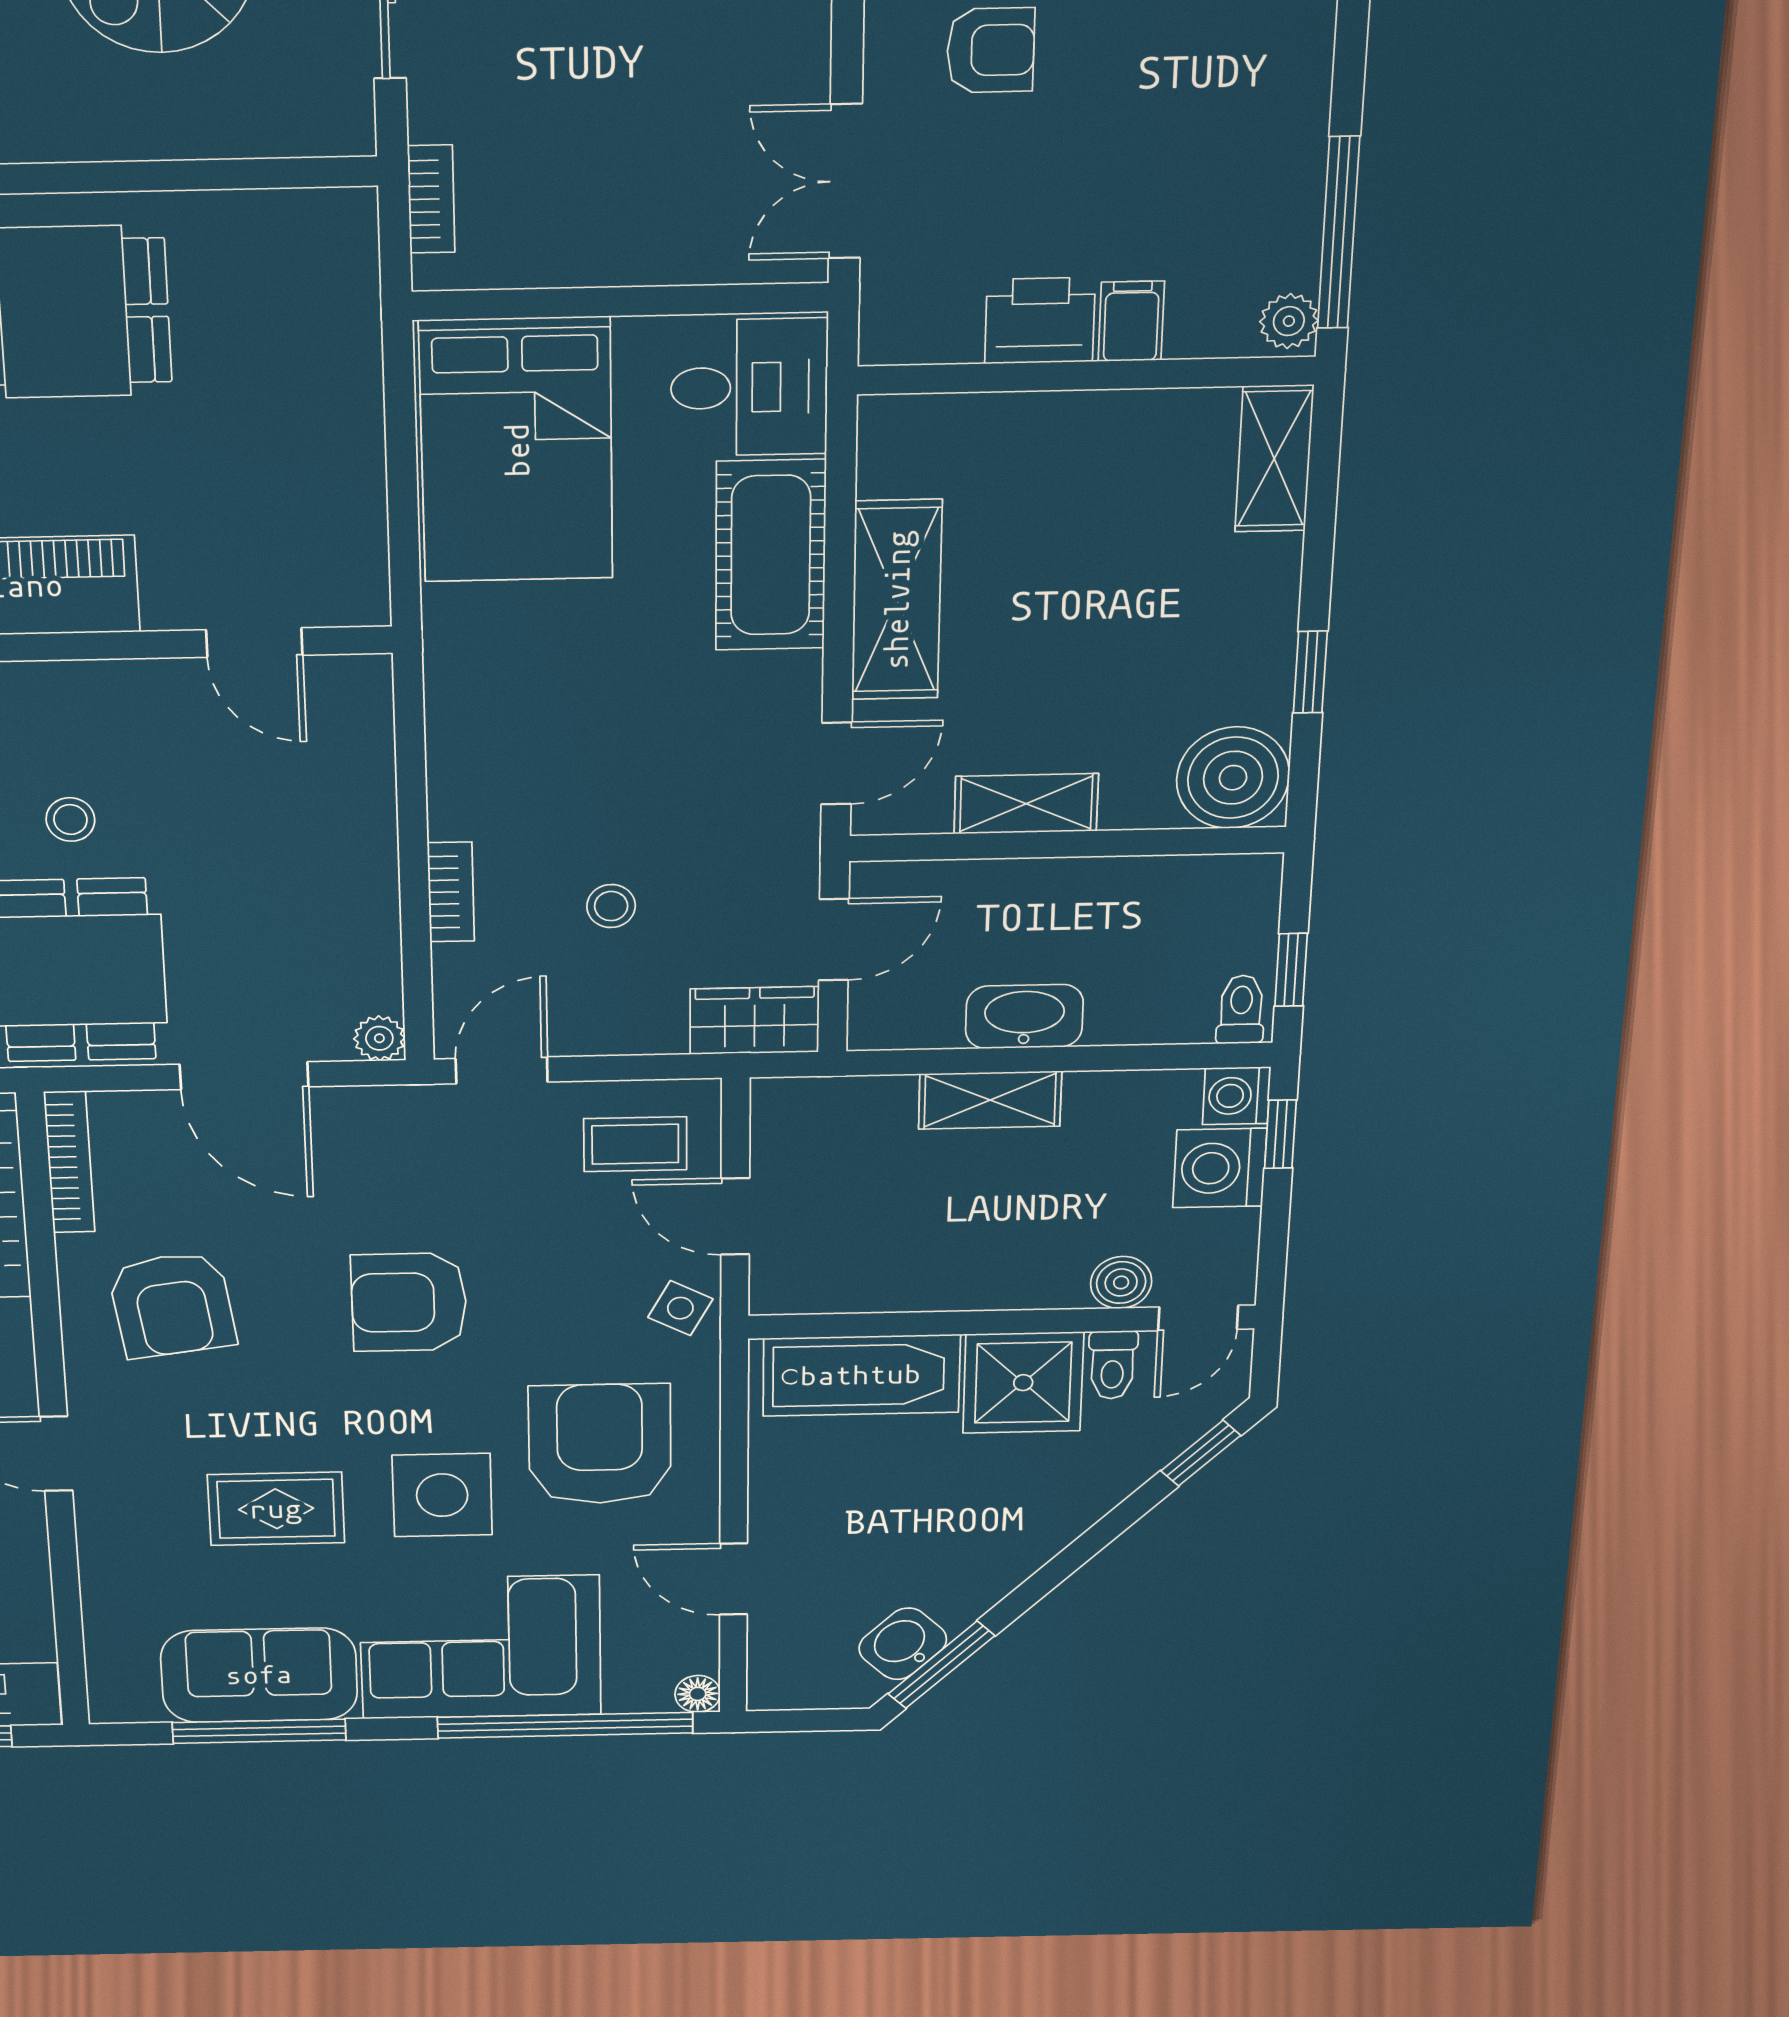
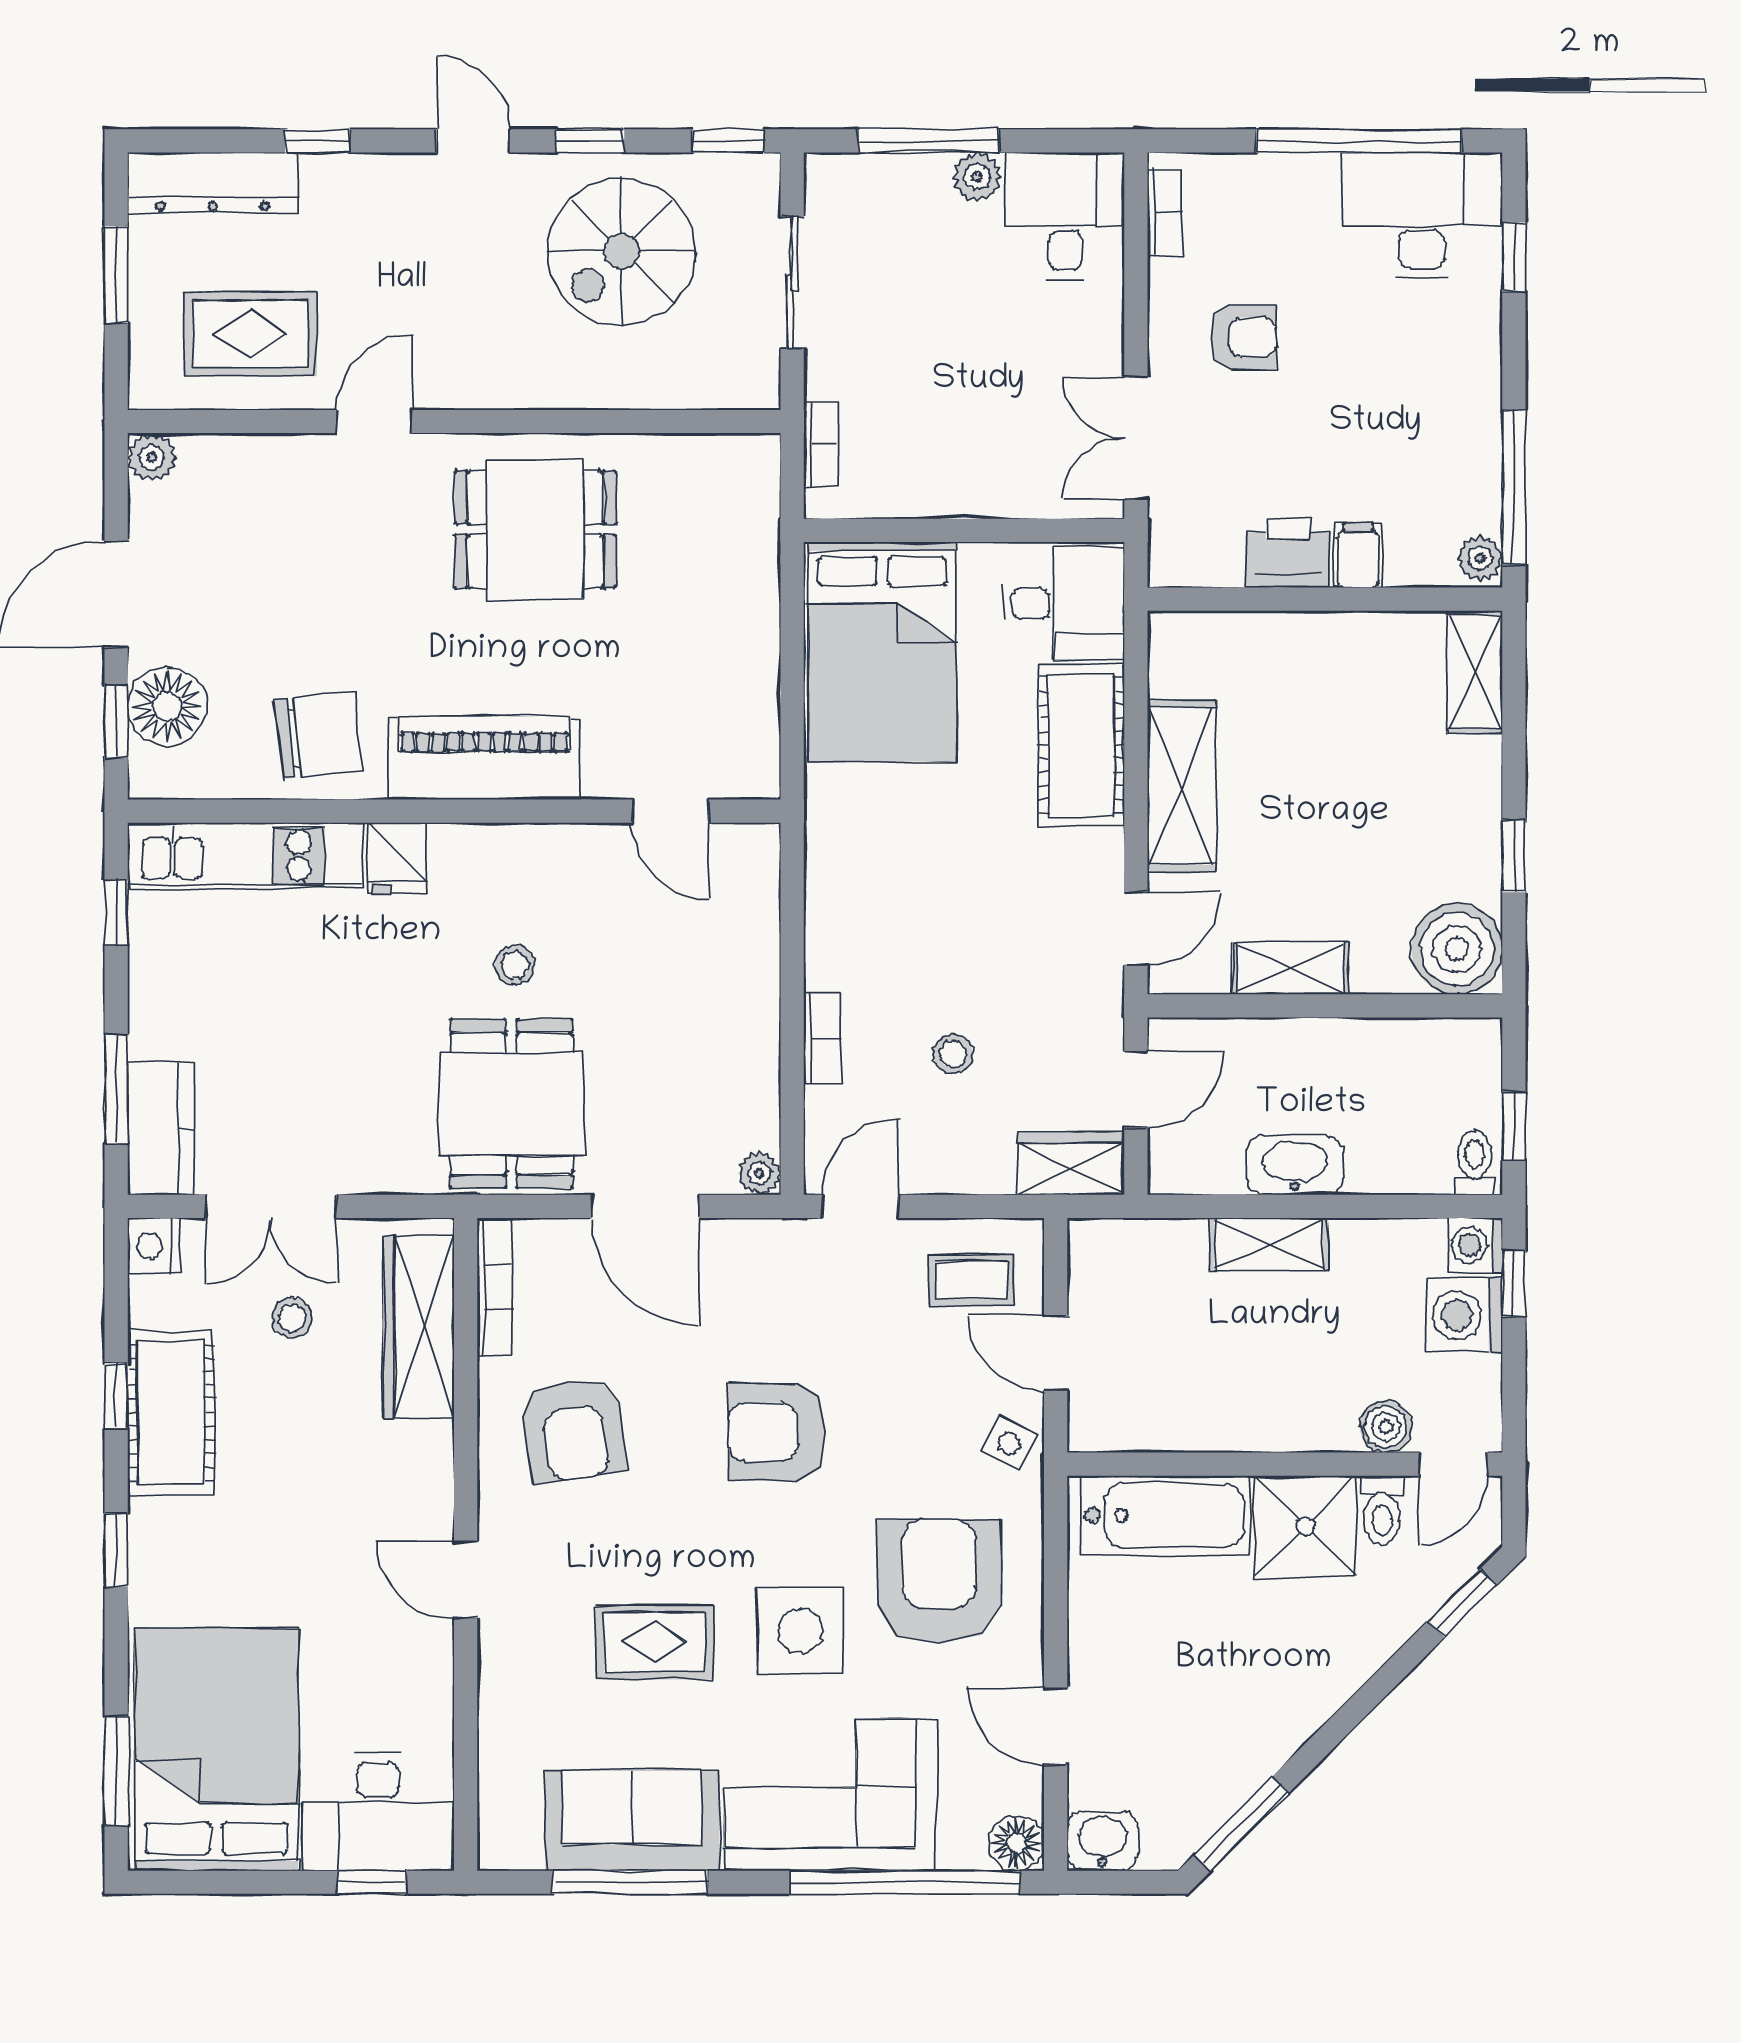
washbasin: (903, 1644) -> (1103, 1841), moved, turned 45
floor lamp: (698, 1694) -> (1016, 1843), width x1.37, depth x1.37

